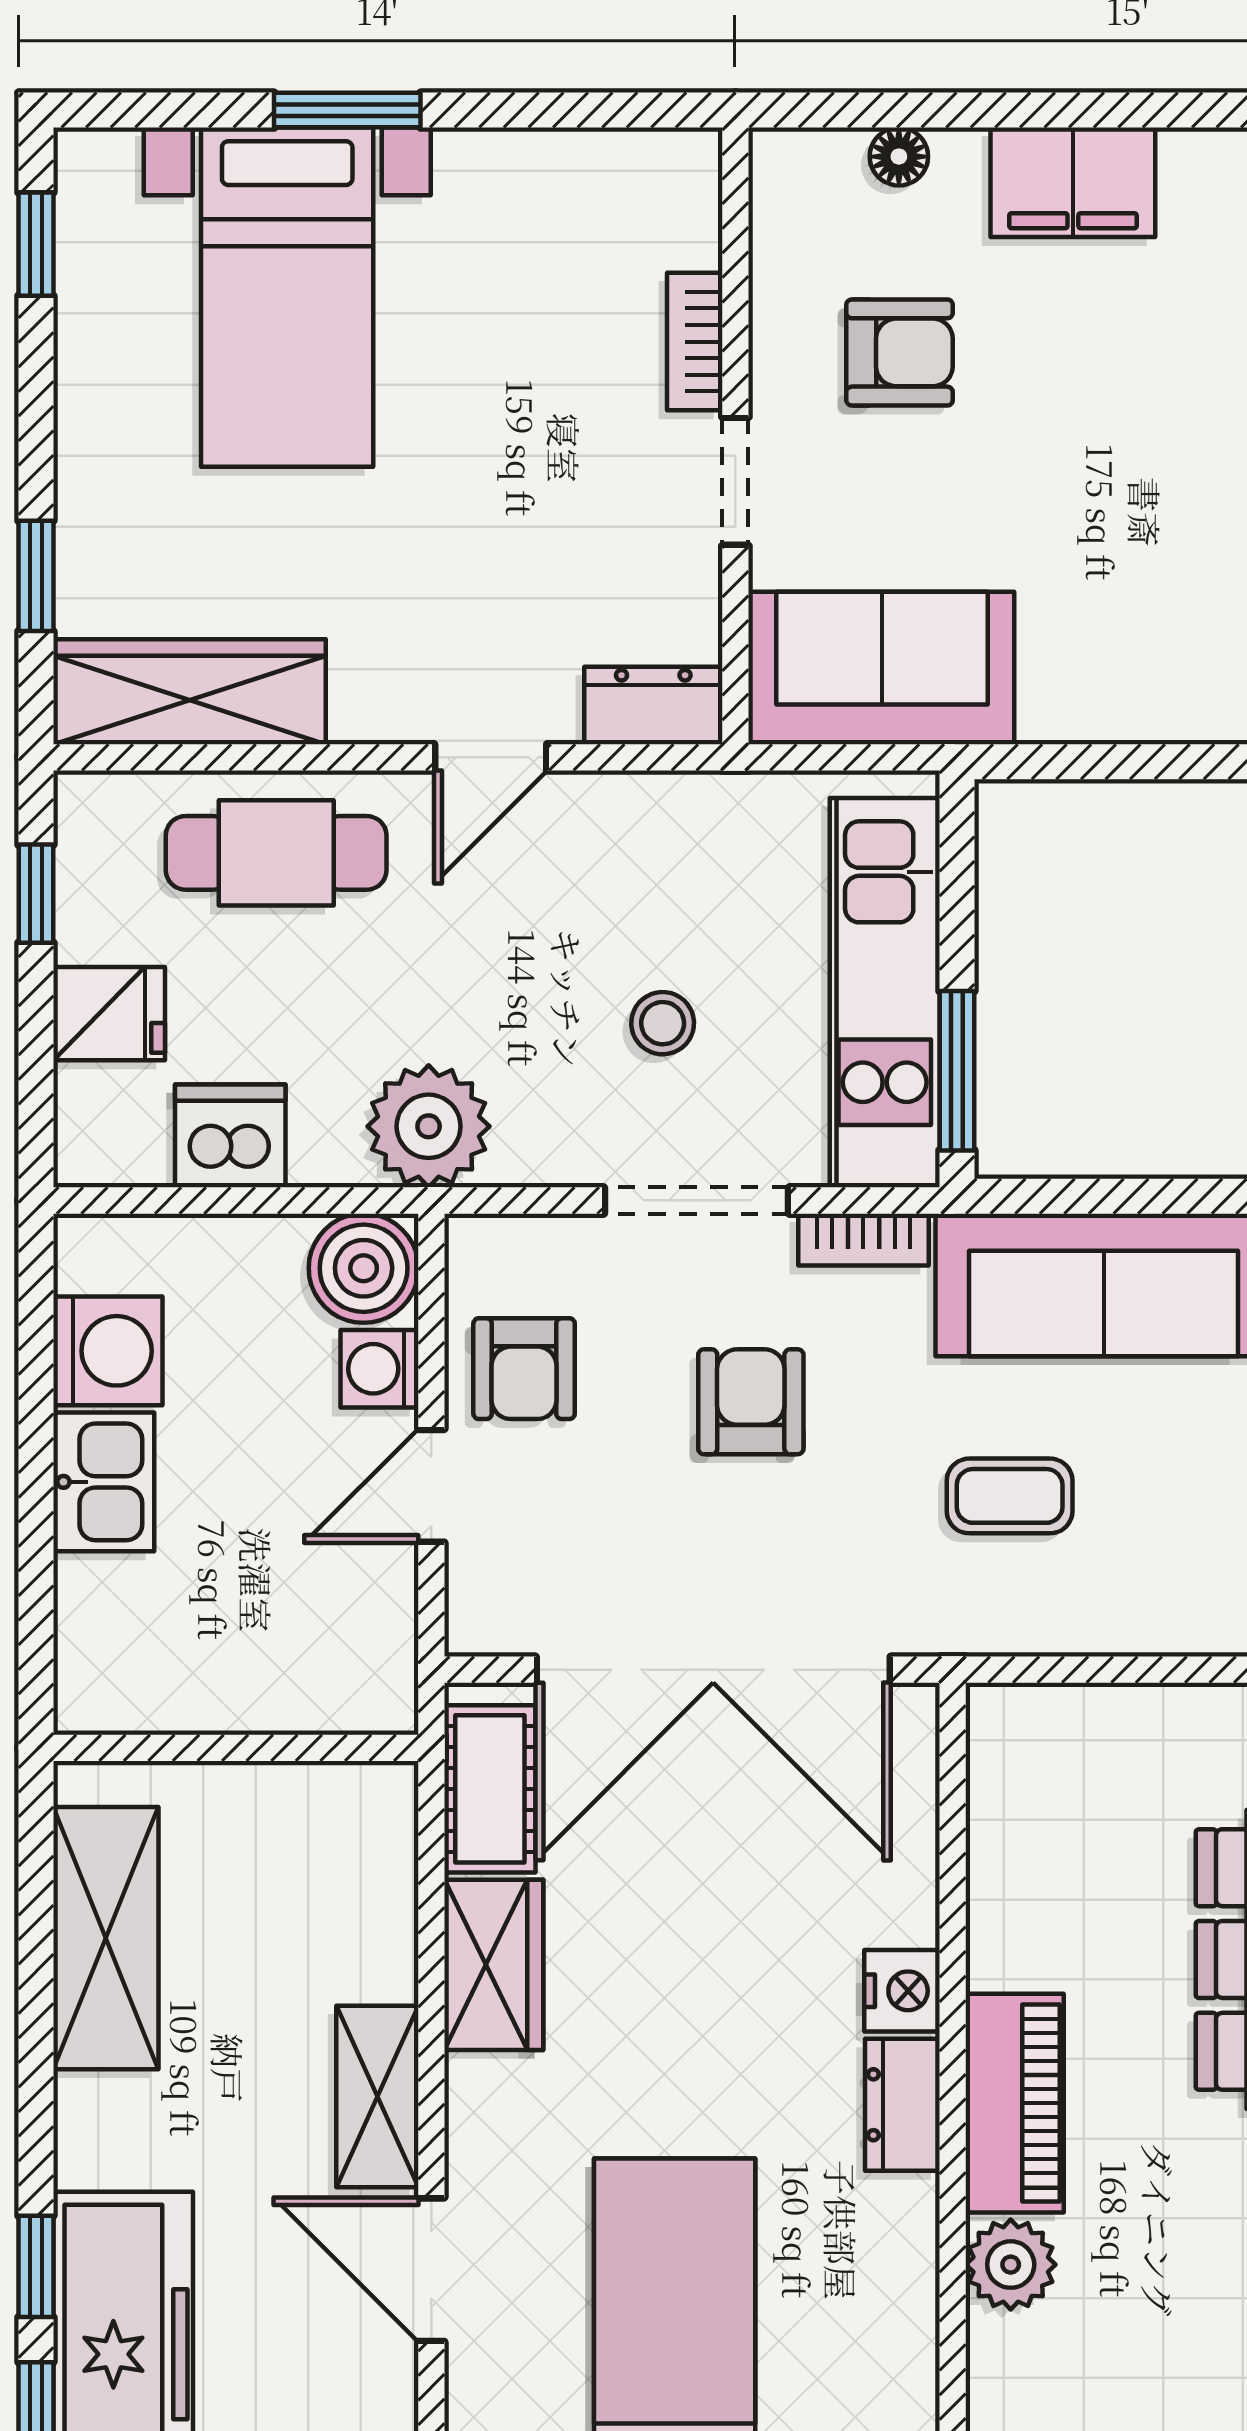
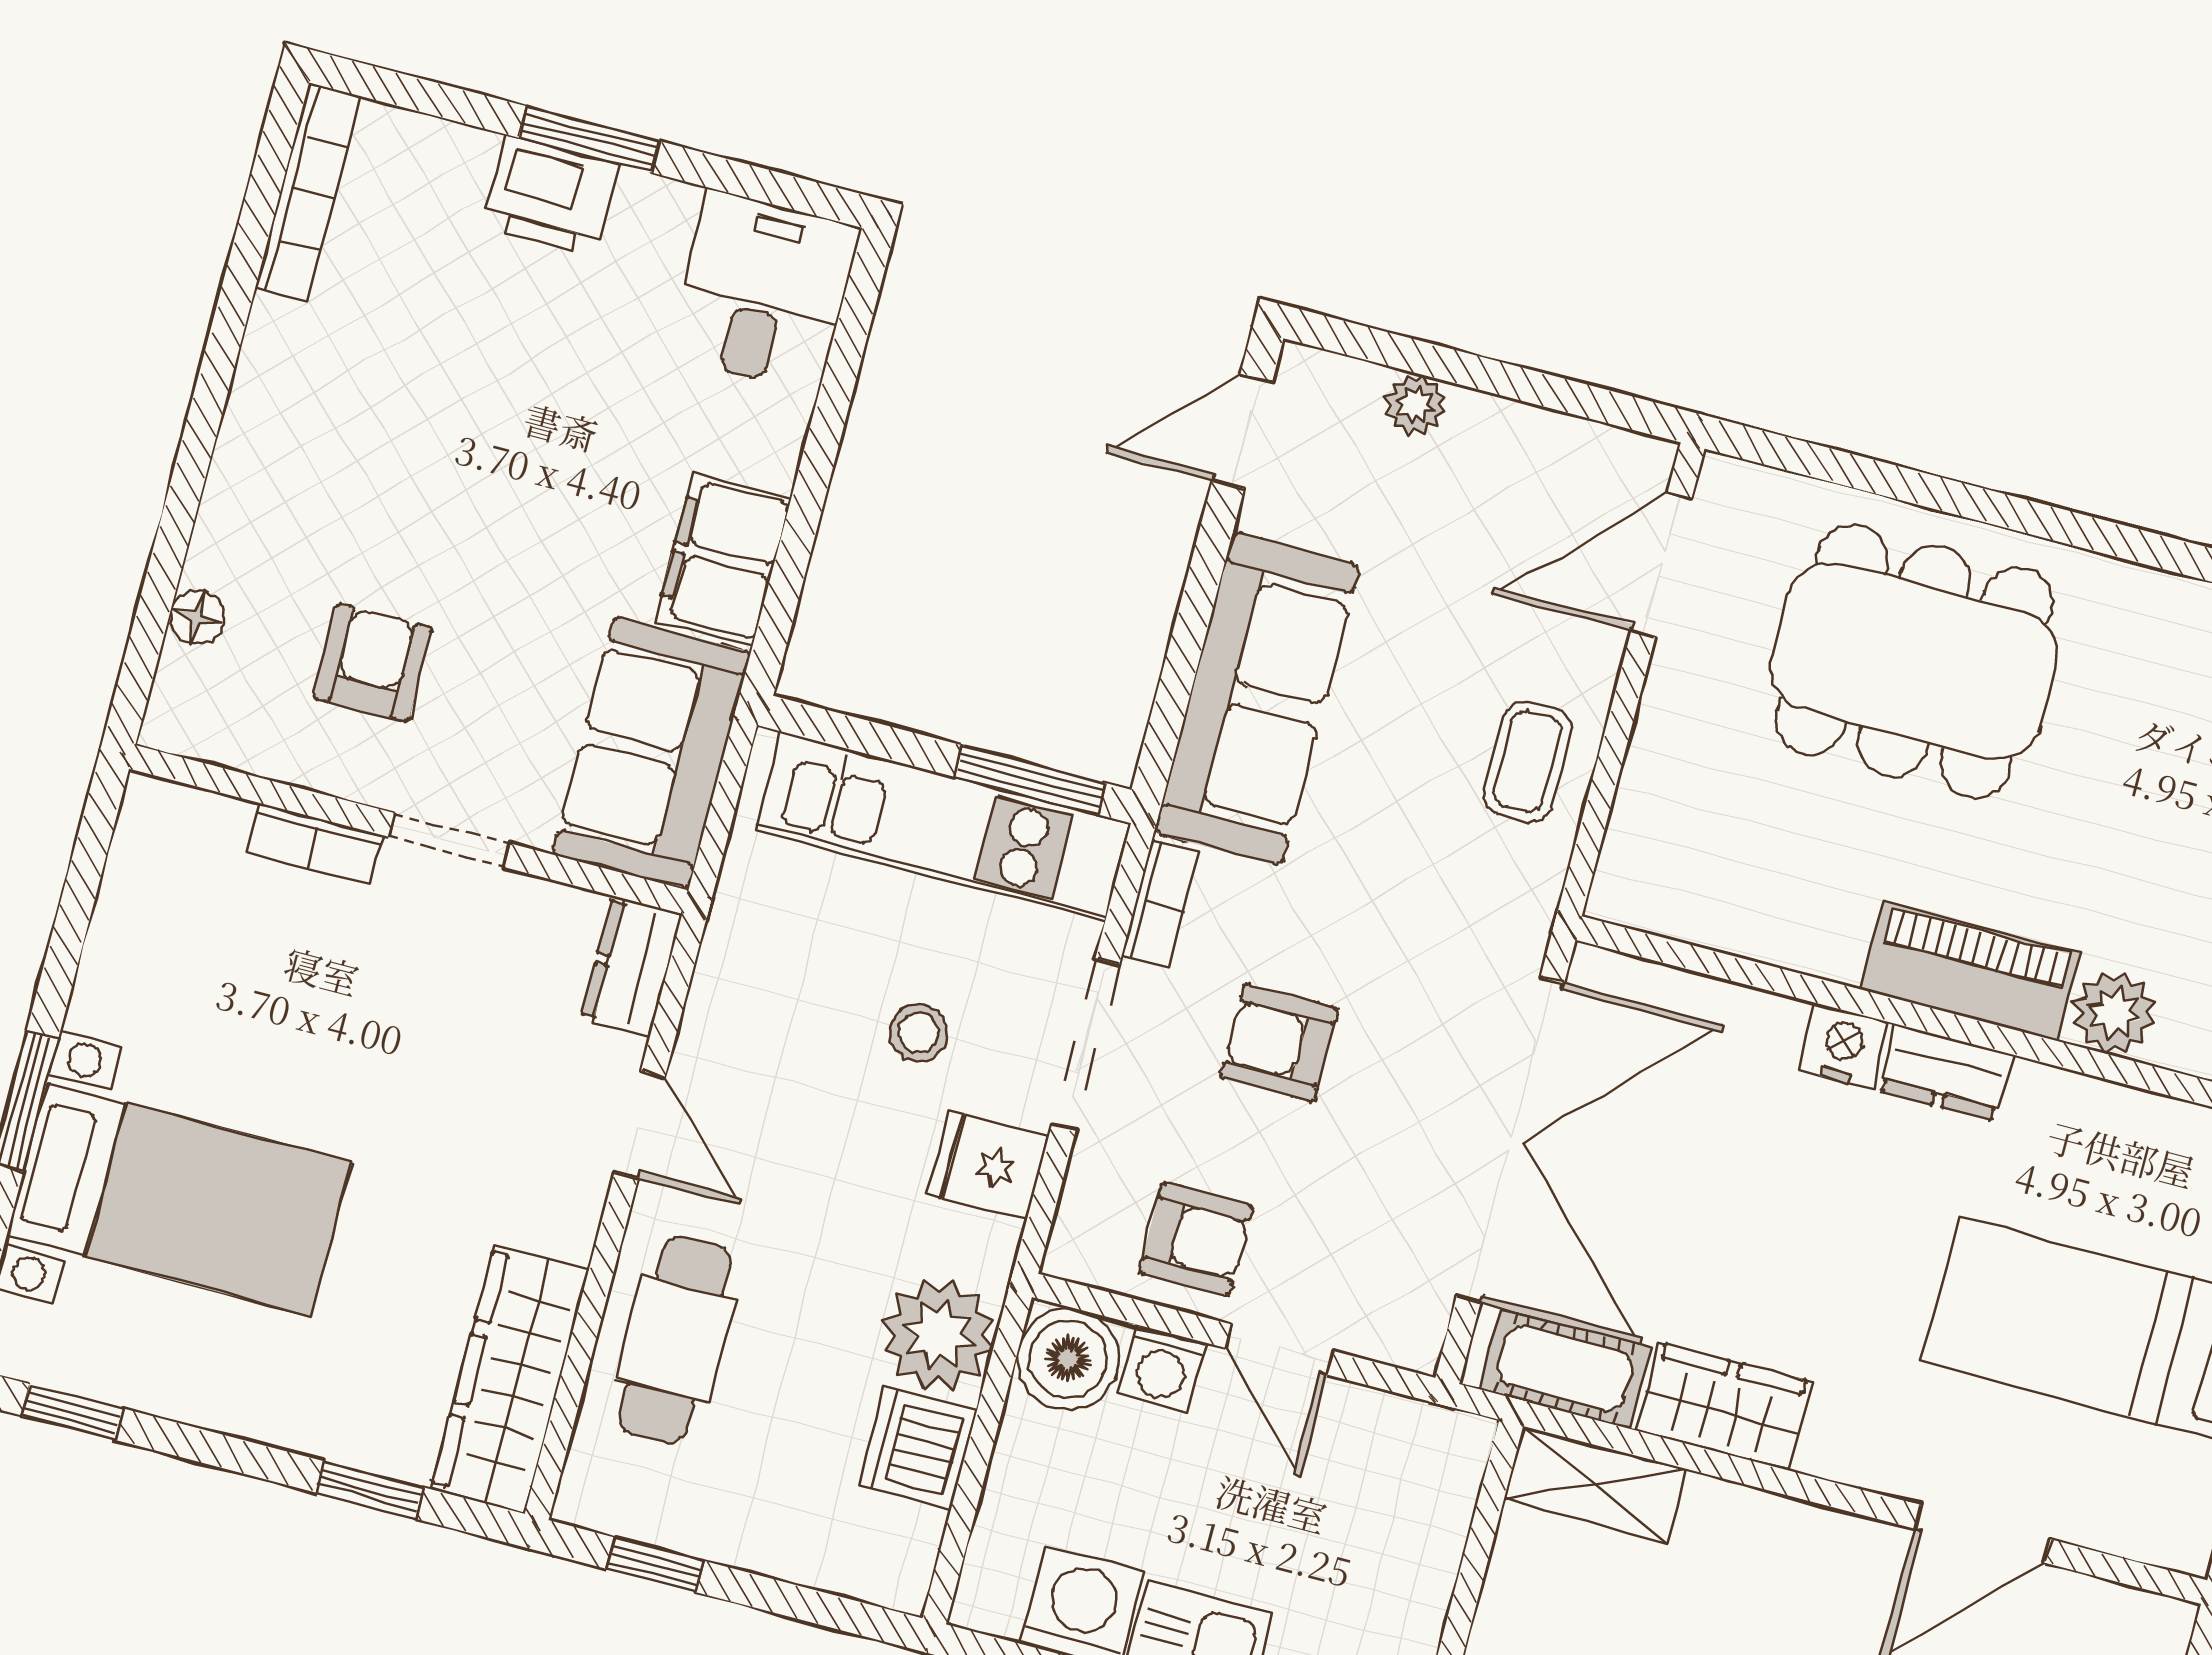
filing cabinet: (1073, 182) -> (723, 559), moved, turned 180
fridge: (109, 1014) -> (988, 1166), moved, turned -90
plant: (429, 1126) -> (938, 1335), moved
coffee table: (1010, 1496) -> (1527, 762), moved
shelving: (377, 2096) -> (1595, 1484), moved

